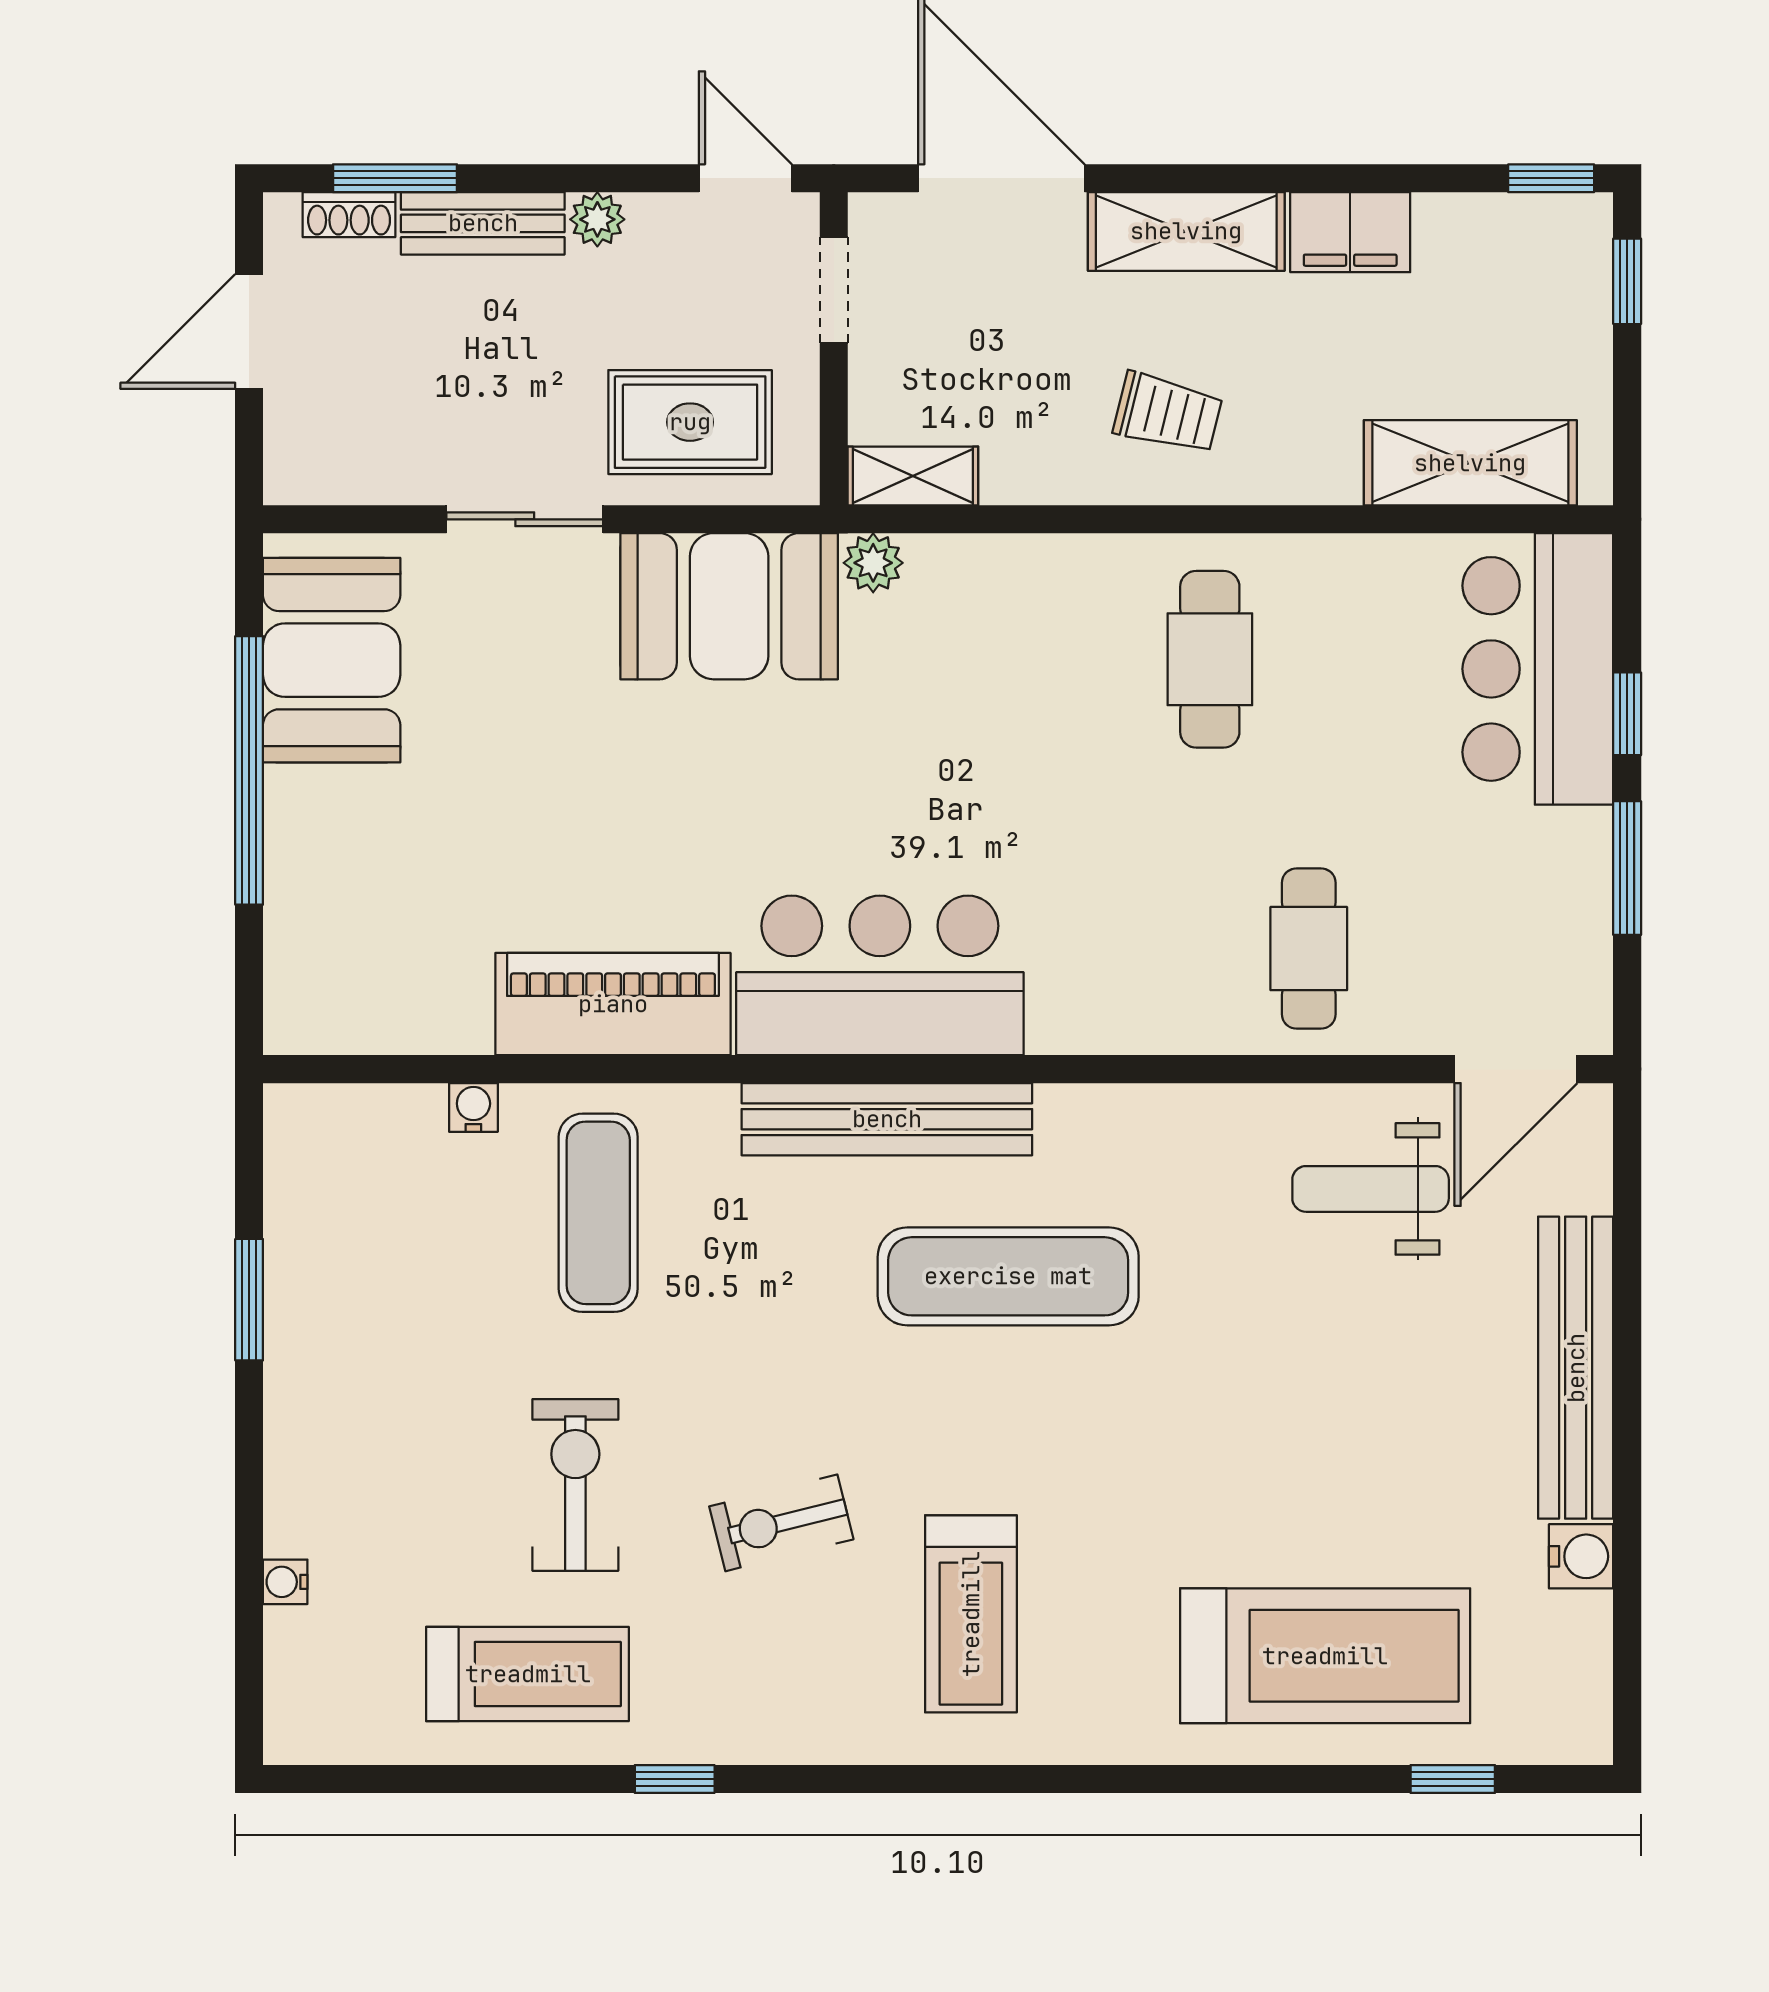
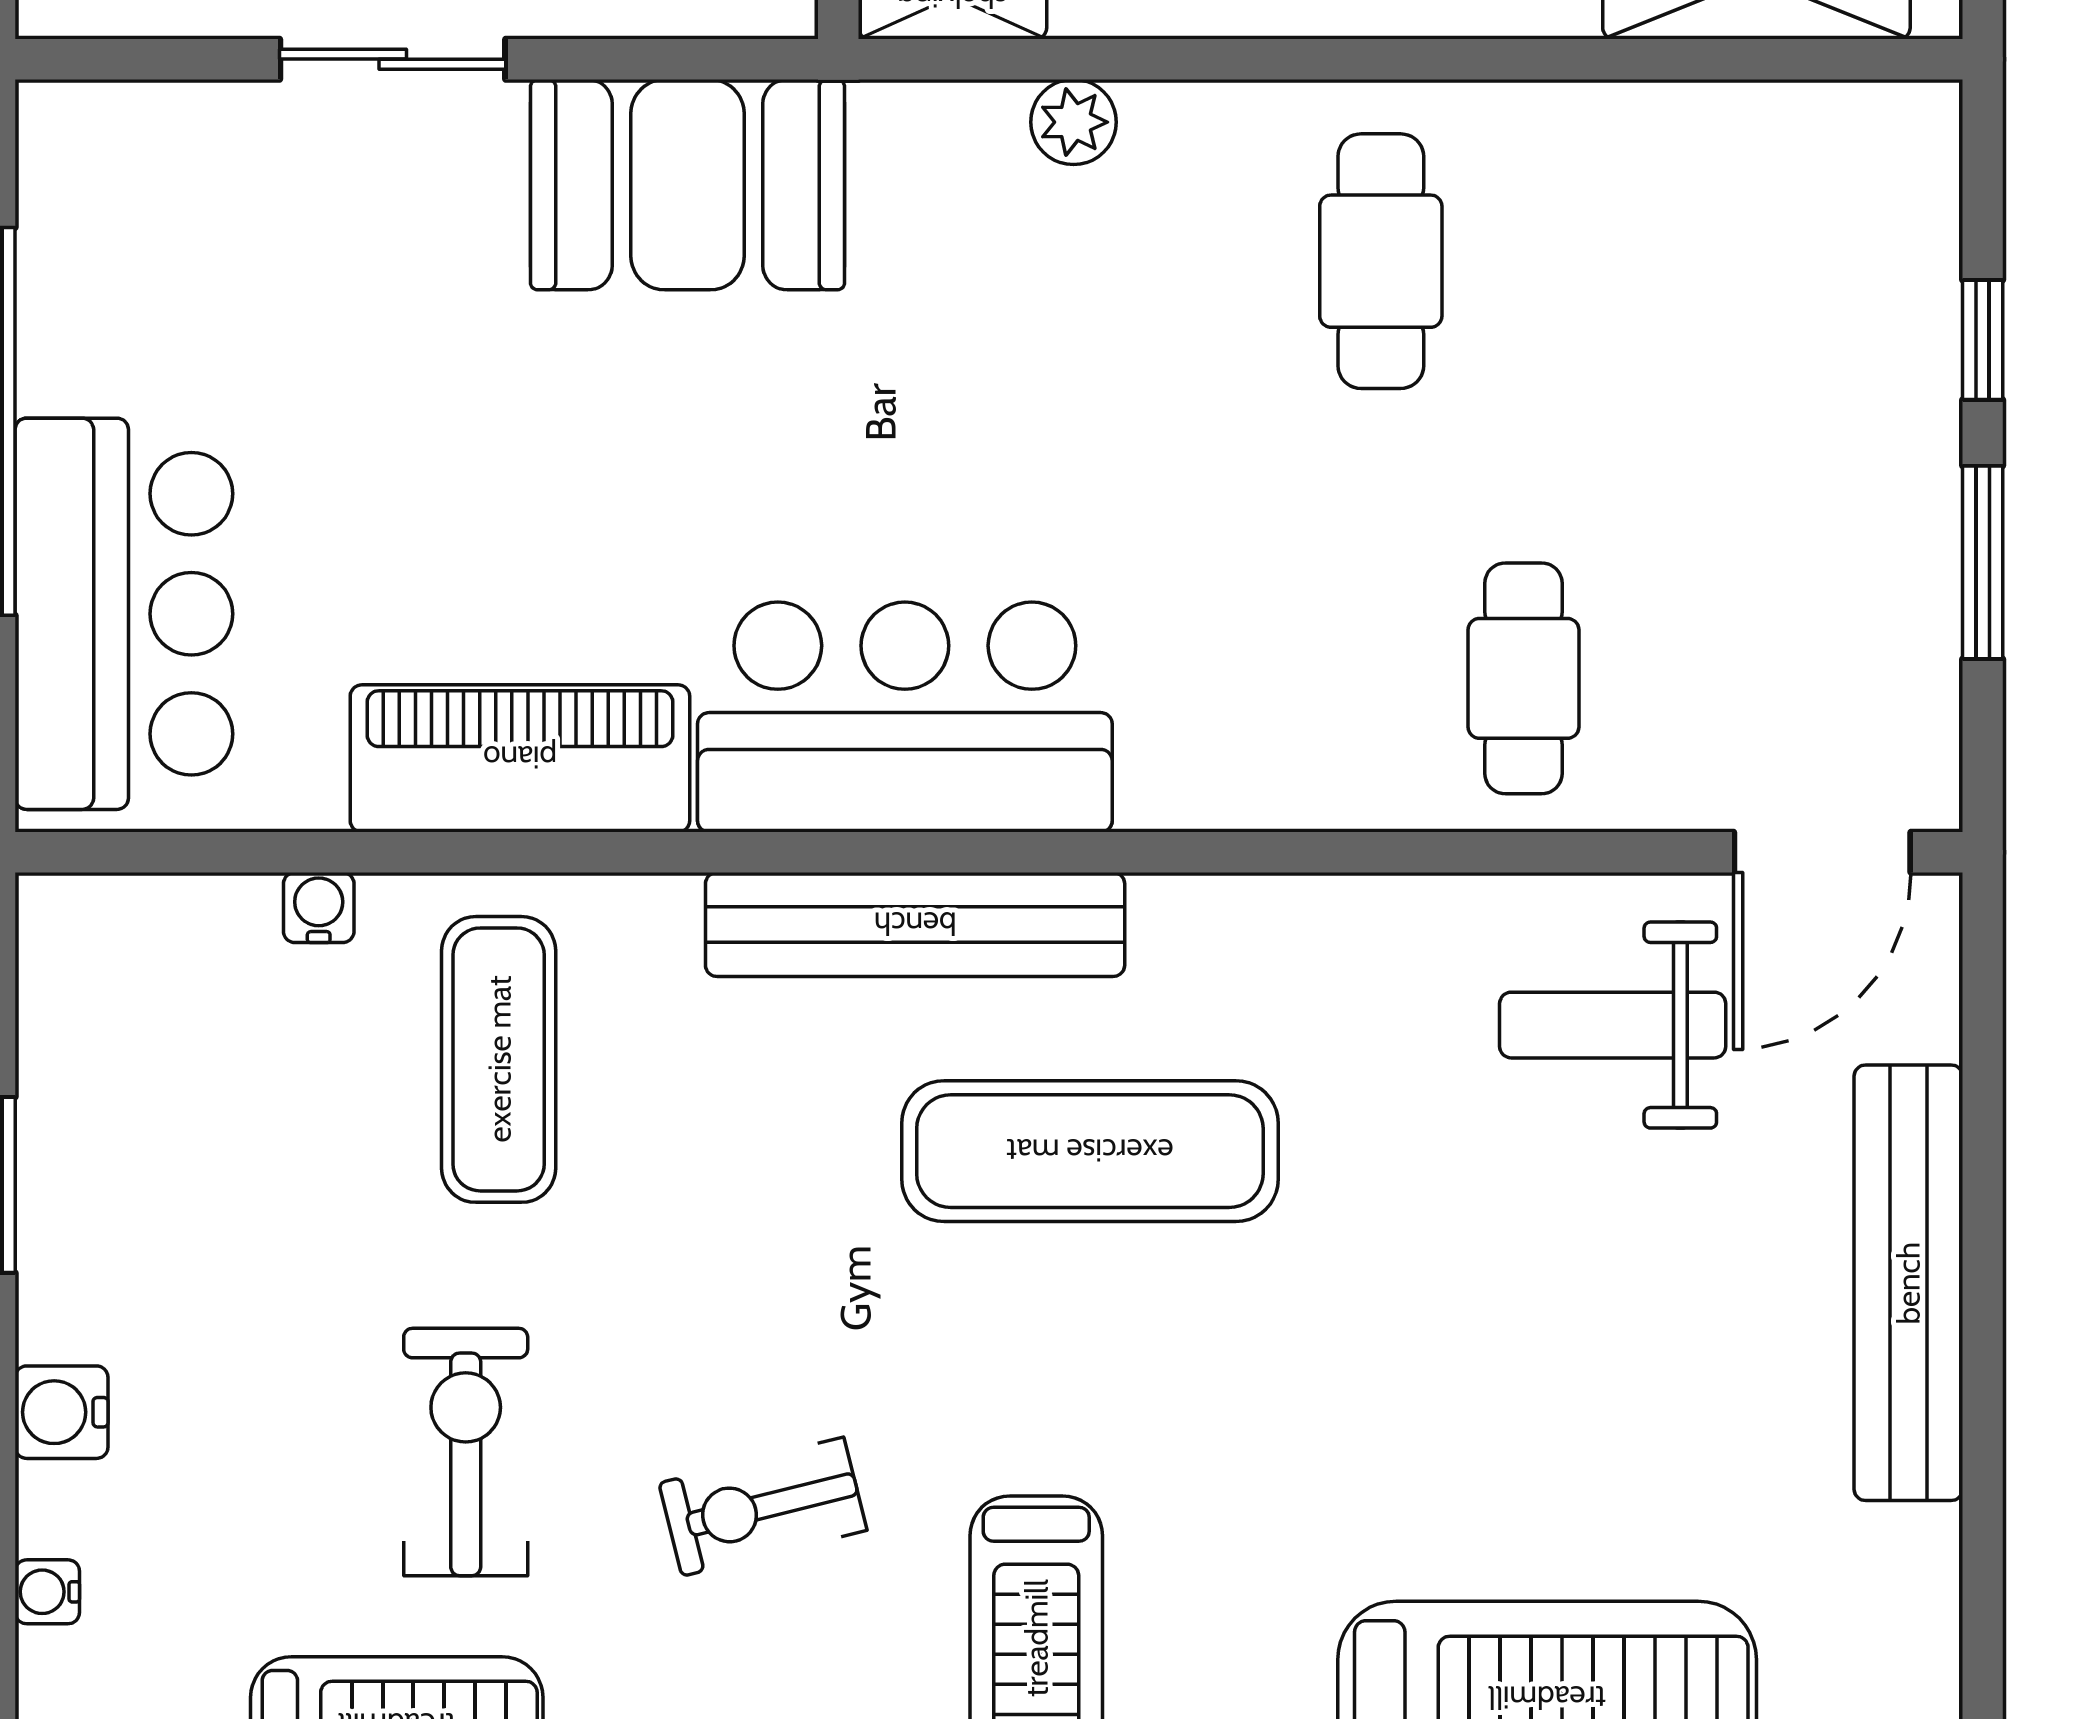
plant: (873, 563) -> (1074, 122), moved
booth: (332, 660) -> (114, 262), removed
bar counter: (1538, 669) -> (124, 614), moved, turned 180
water cooler: (1581, 1556) -> (62, 1412), moved, turned 180

